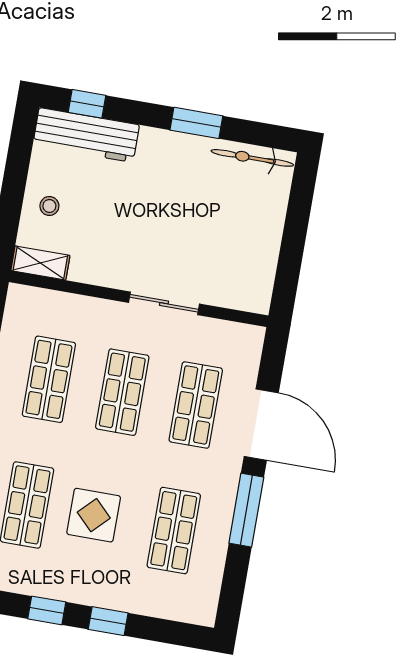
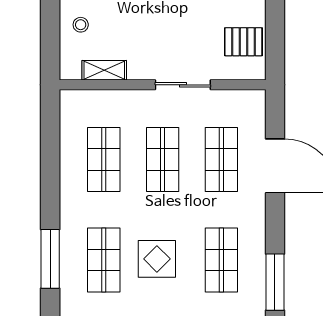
shelving: (40, 263) -> (104, 70), moved
pallet: (249, 263) -> (243, 42), added
window: (246, 510) -> (275, 282), moved

